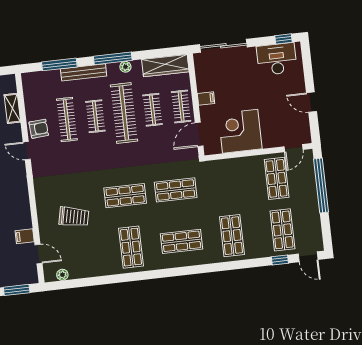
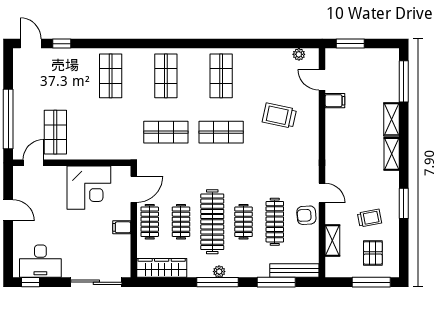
plant: (125, 67) -> (219, 272), moved
bench: (84, 72) -> (294, 271), moved
shop shelf: (282, 230) -> (55, 76), removed
shop shelf: (181, 241) -> (166, 76), turned 90

